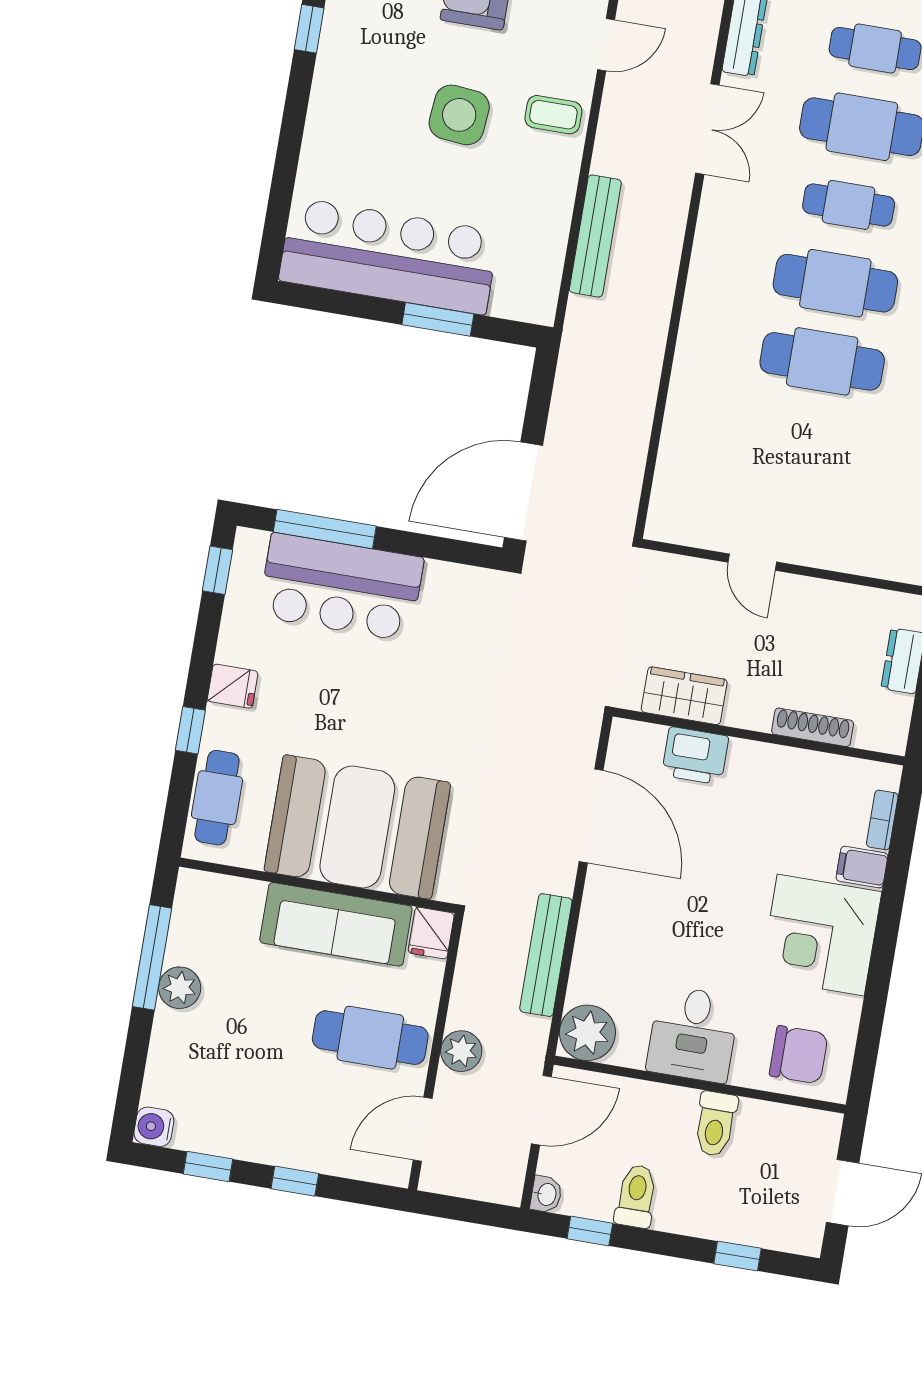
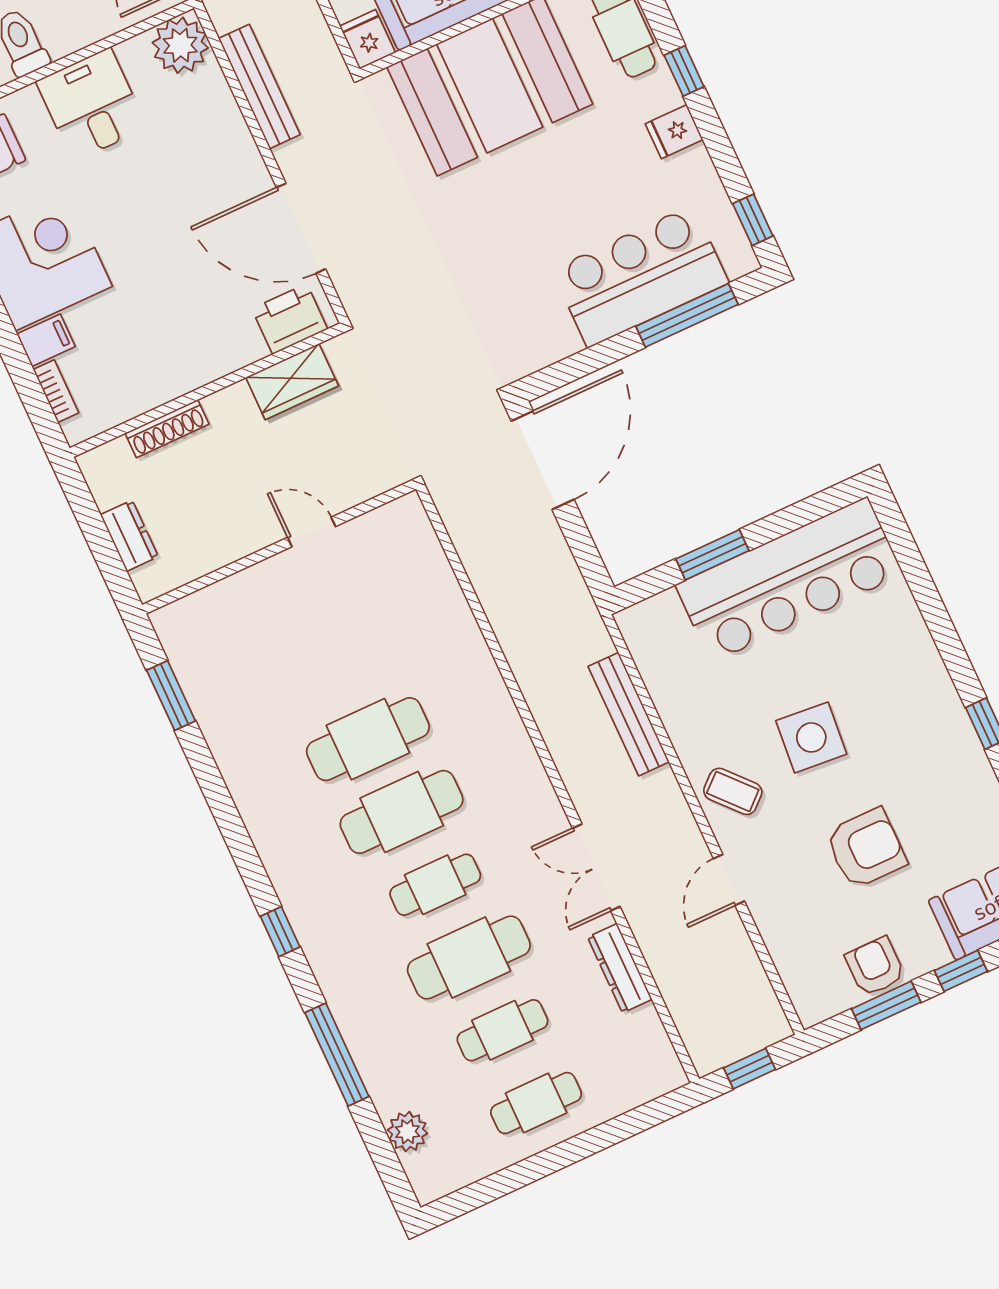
coffee table: (553, 115) -> (733, 791), turned 48
printer: (695, 756) -> (290, 319), moved

